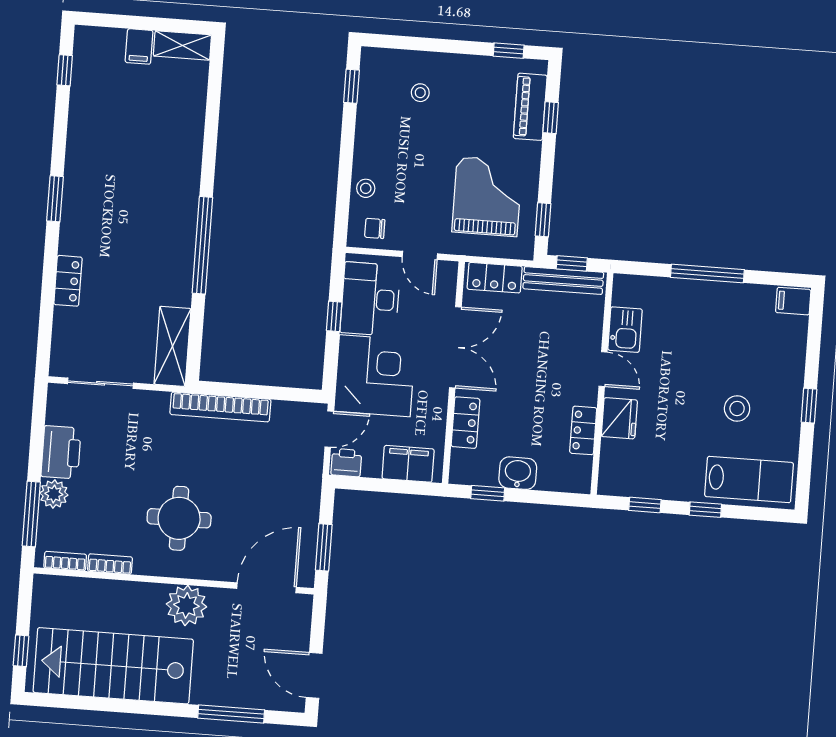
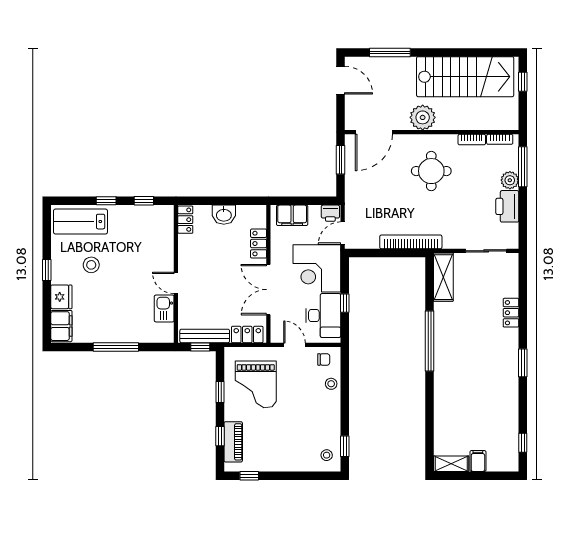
stool: (420, 93) -> (327, 455), moved
window: (543, 220) -> (220, 392), moved
filing cabinet: (793, 301) -> (61, 326), width x2.00
fridge: (619, 418) -> (61, 297), moved, turned 180
locker: (583, 430) -> (185, 220), moved
window: (488, 493) -> (242, 201), removed

